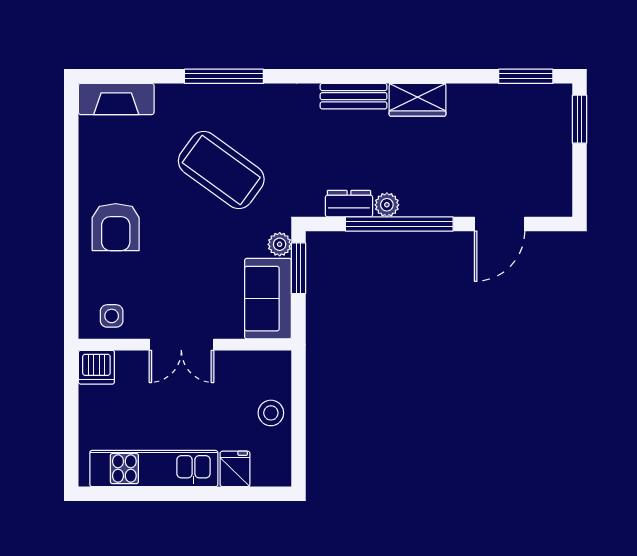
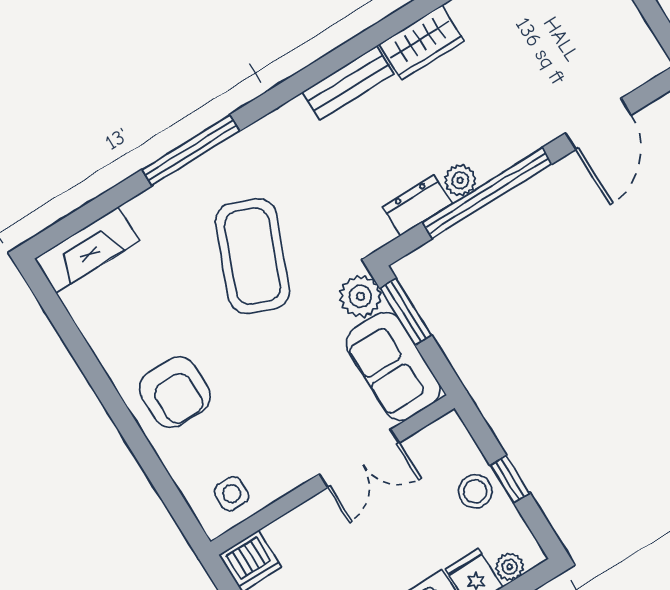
coffee table: (221, 170) -> (252, 256), turned 76
plant: (280, 244) -> (360, 296), width x1.38, depth x1.38
double door: (181, 345) -> (359, 458), moved
window: (298, 419) -> (510, 479), added
plant: (263, 476) -> (510, 567), added

